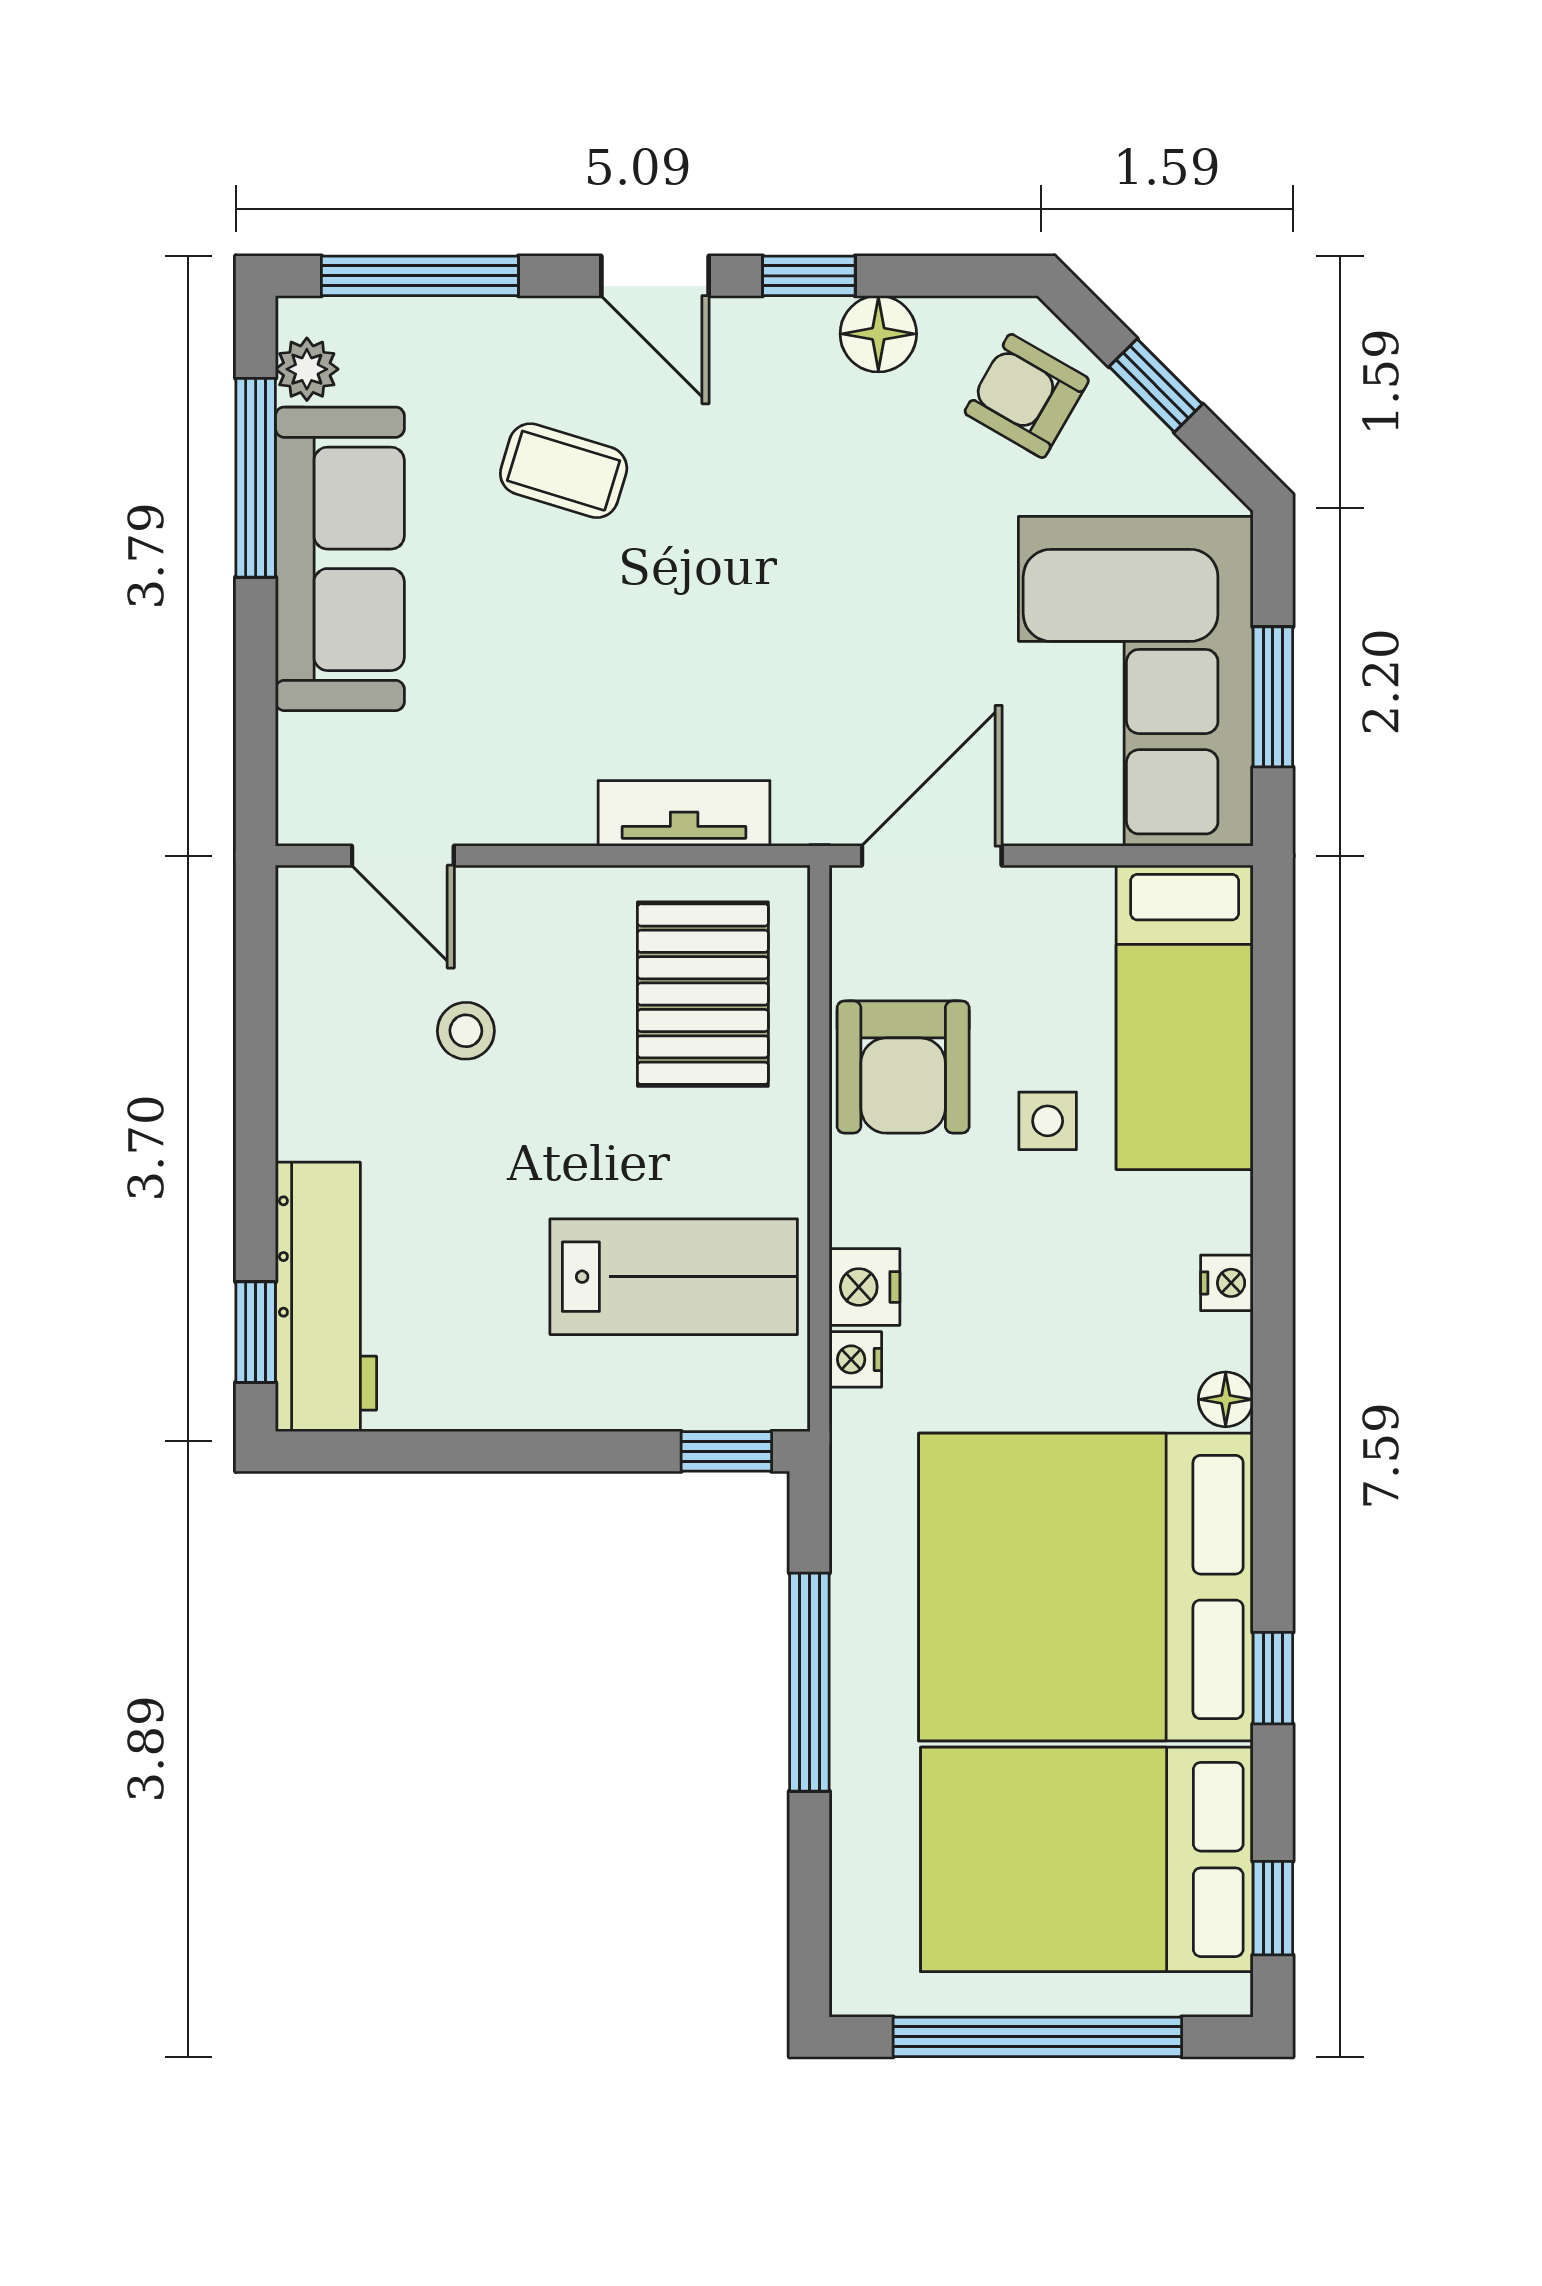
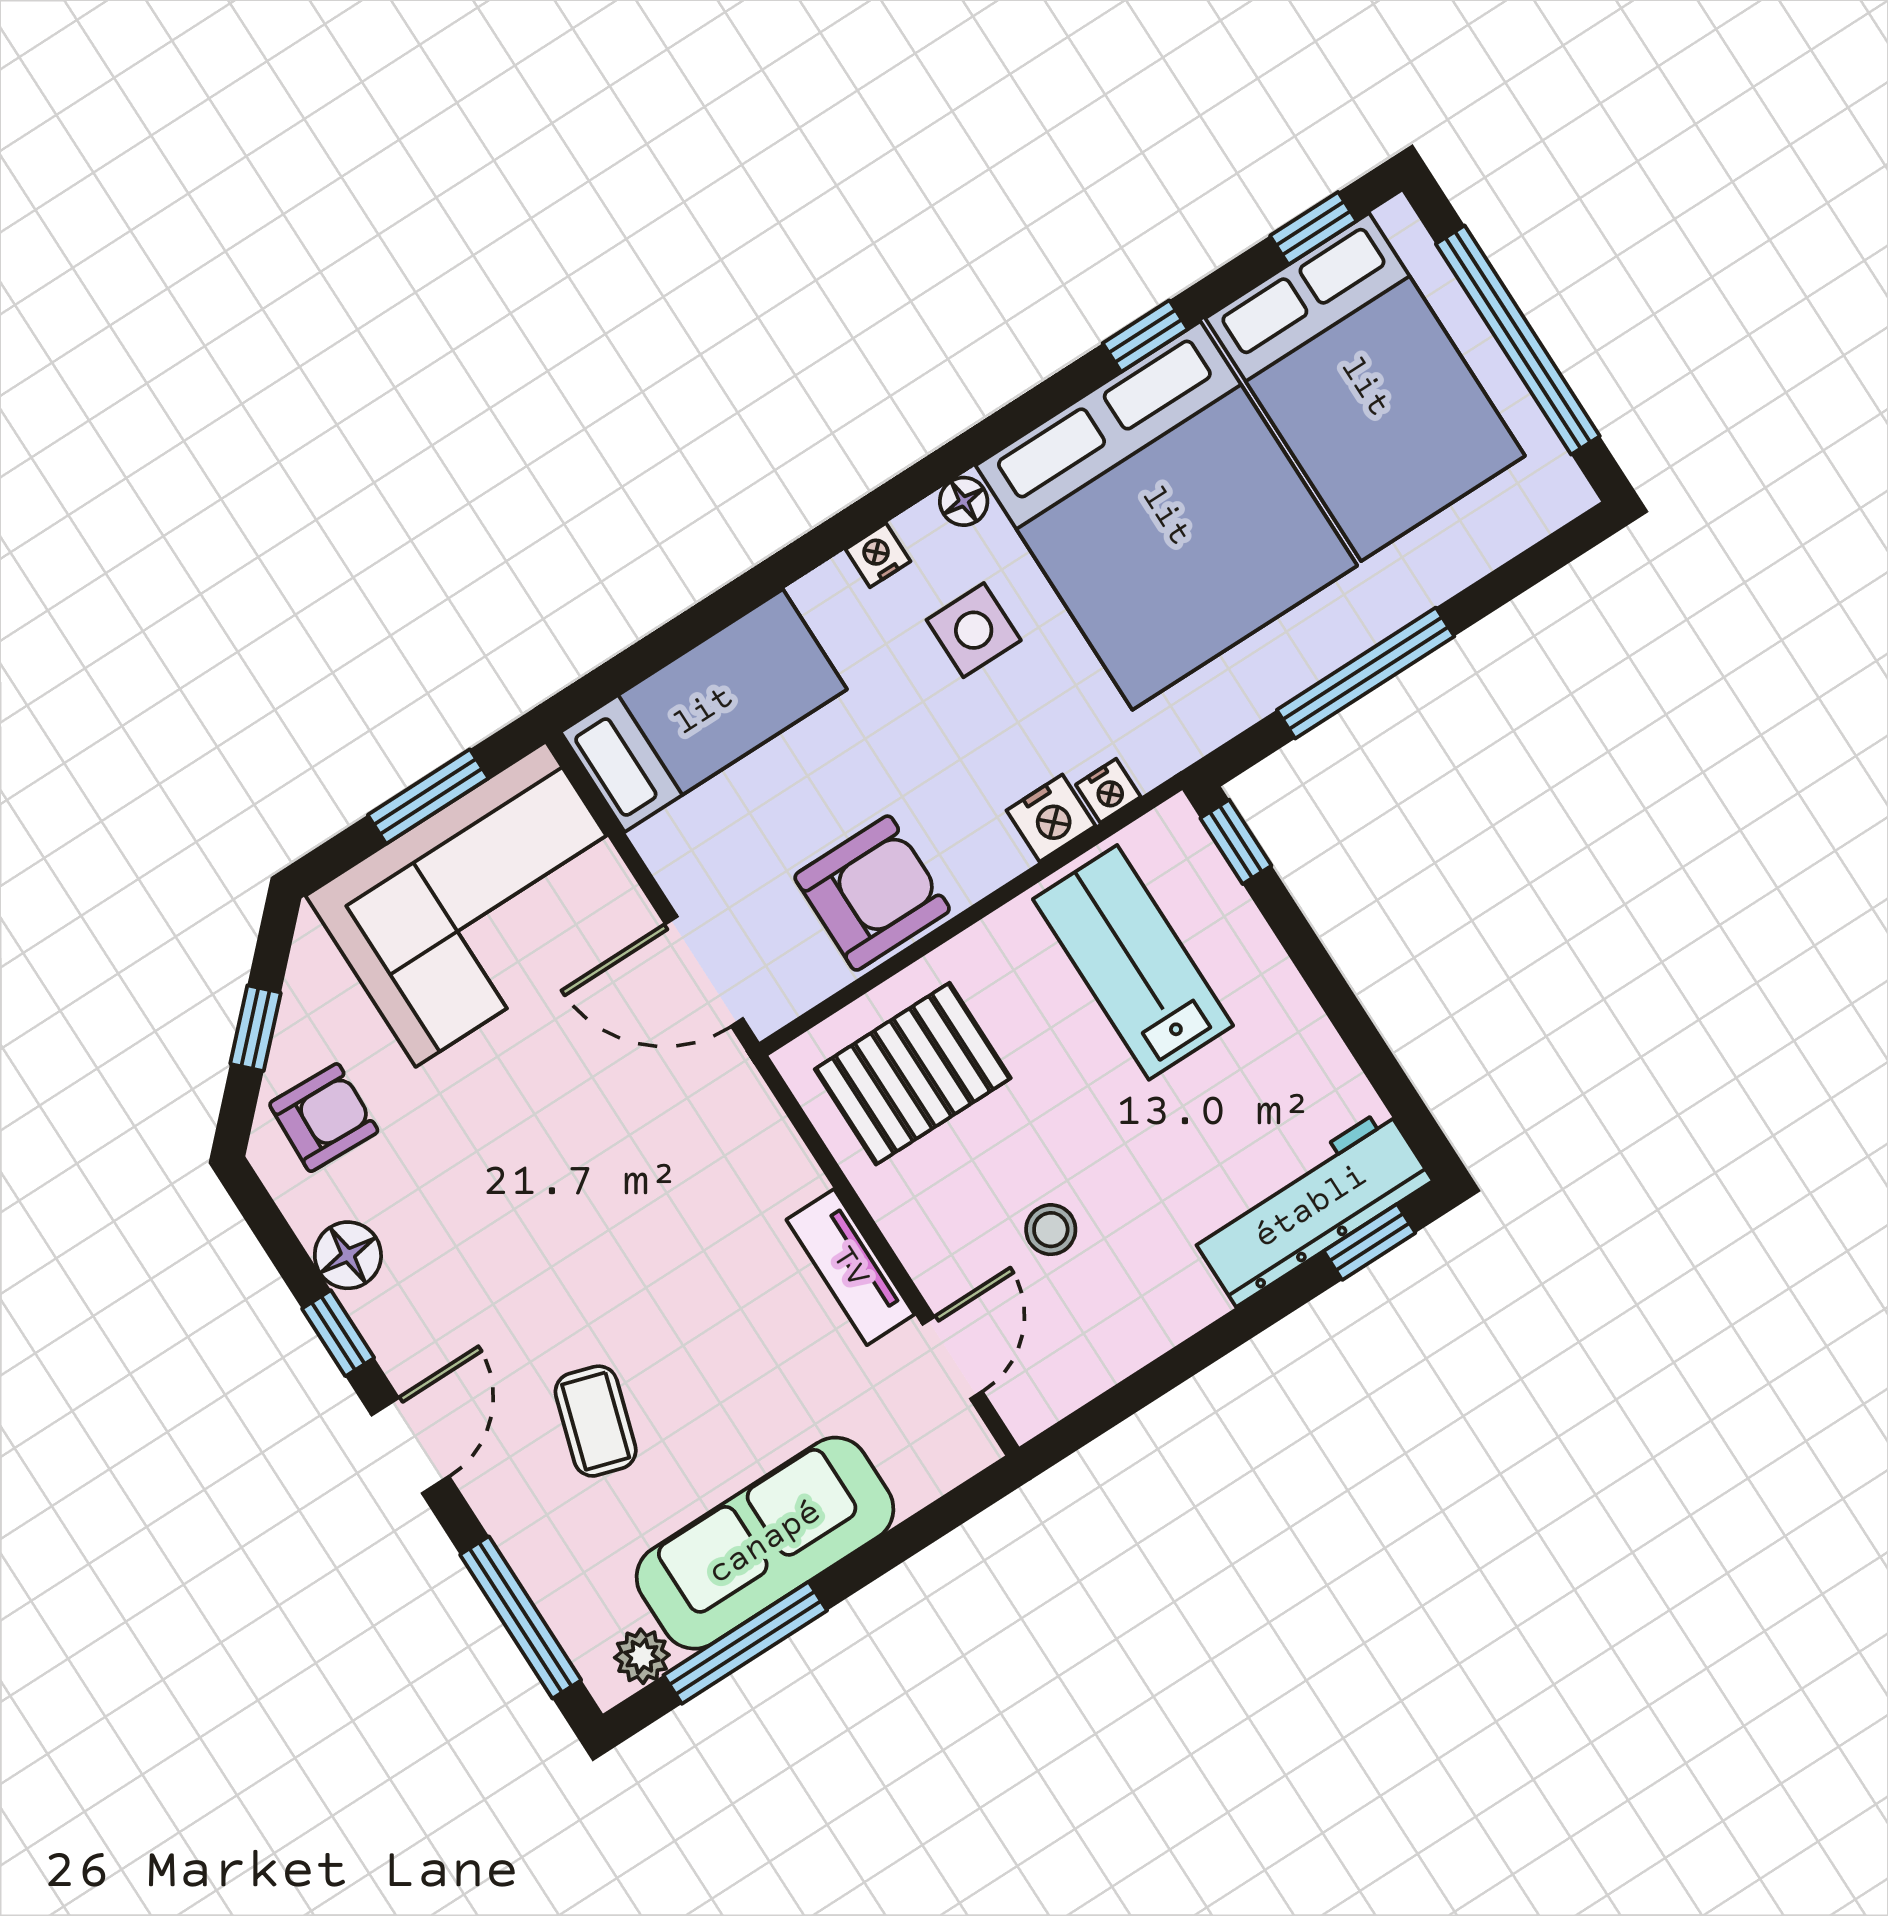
armchair: (1027, 396) -> (324, 1118), turned -118
tv unit: (684, 813) -> (850, 1267), moved
side table: (1048, 1121) -> (974, 630), moved, width x1.37, depth x1.37

